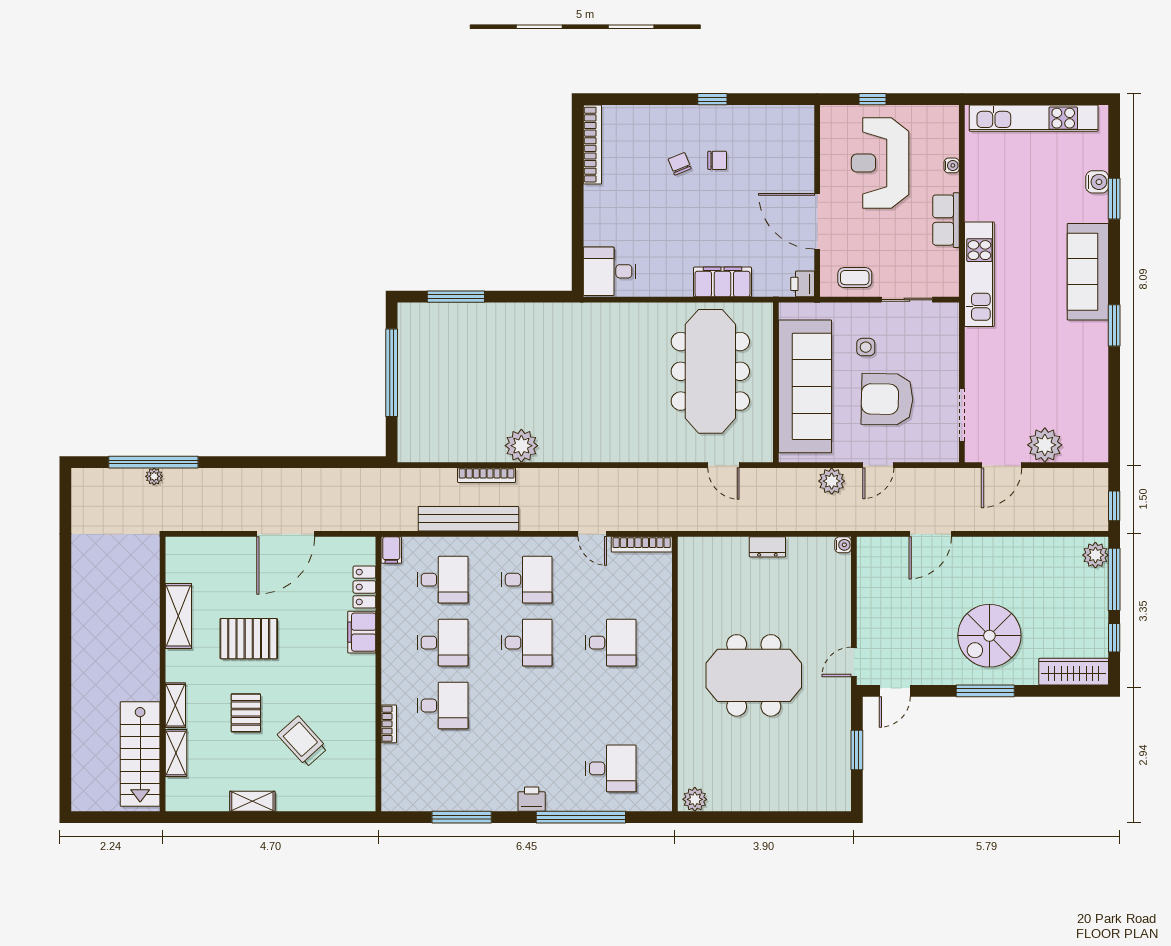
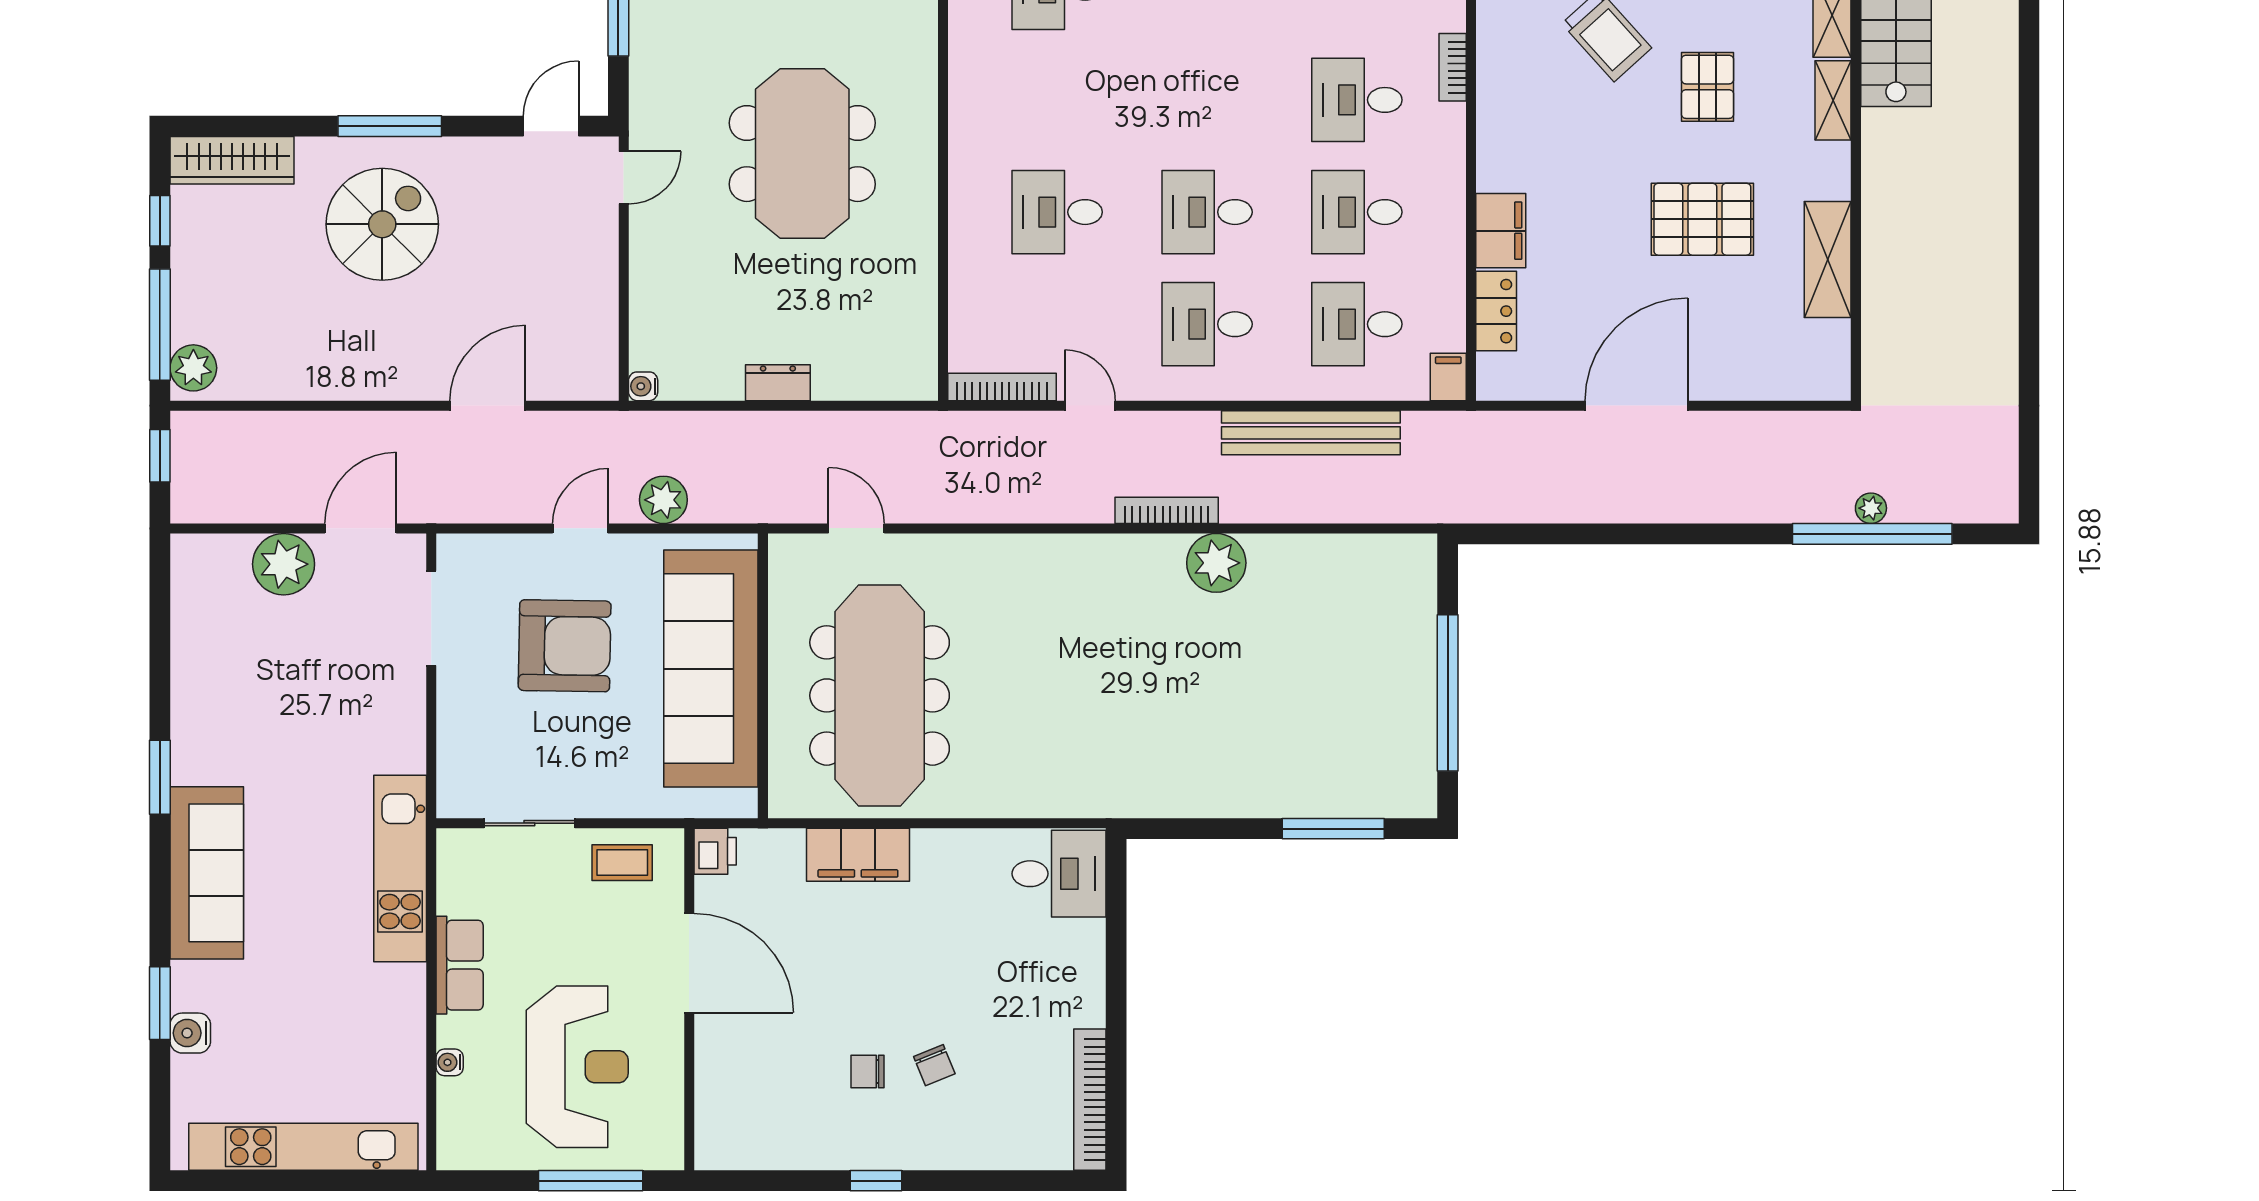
window: (873, 99) -> (591, 1181), width x2.17
side table: (866, 347) -> (603, 739), removed
bookcase: (487, 475) -> (1167, 510), moved
meeting table: (754, 675) -> (802, 154), turned 90

